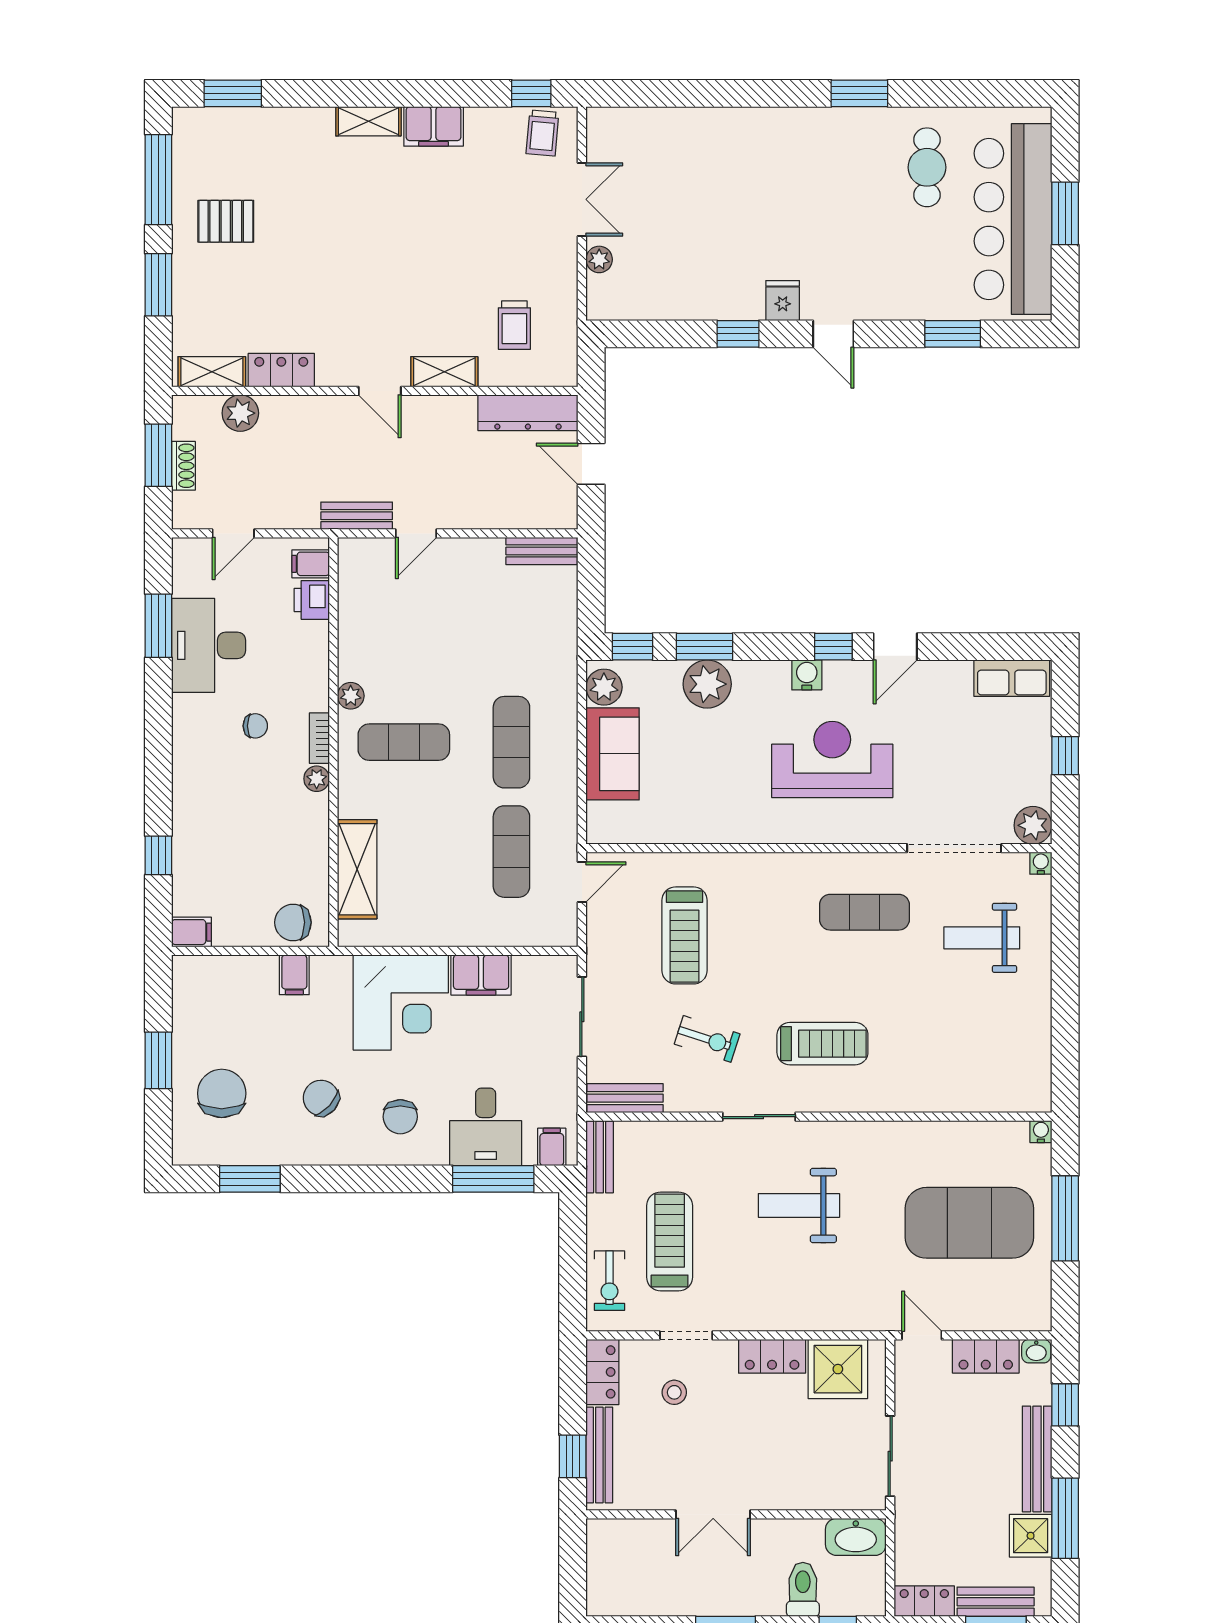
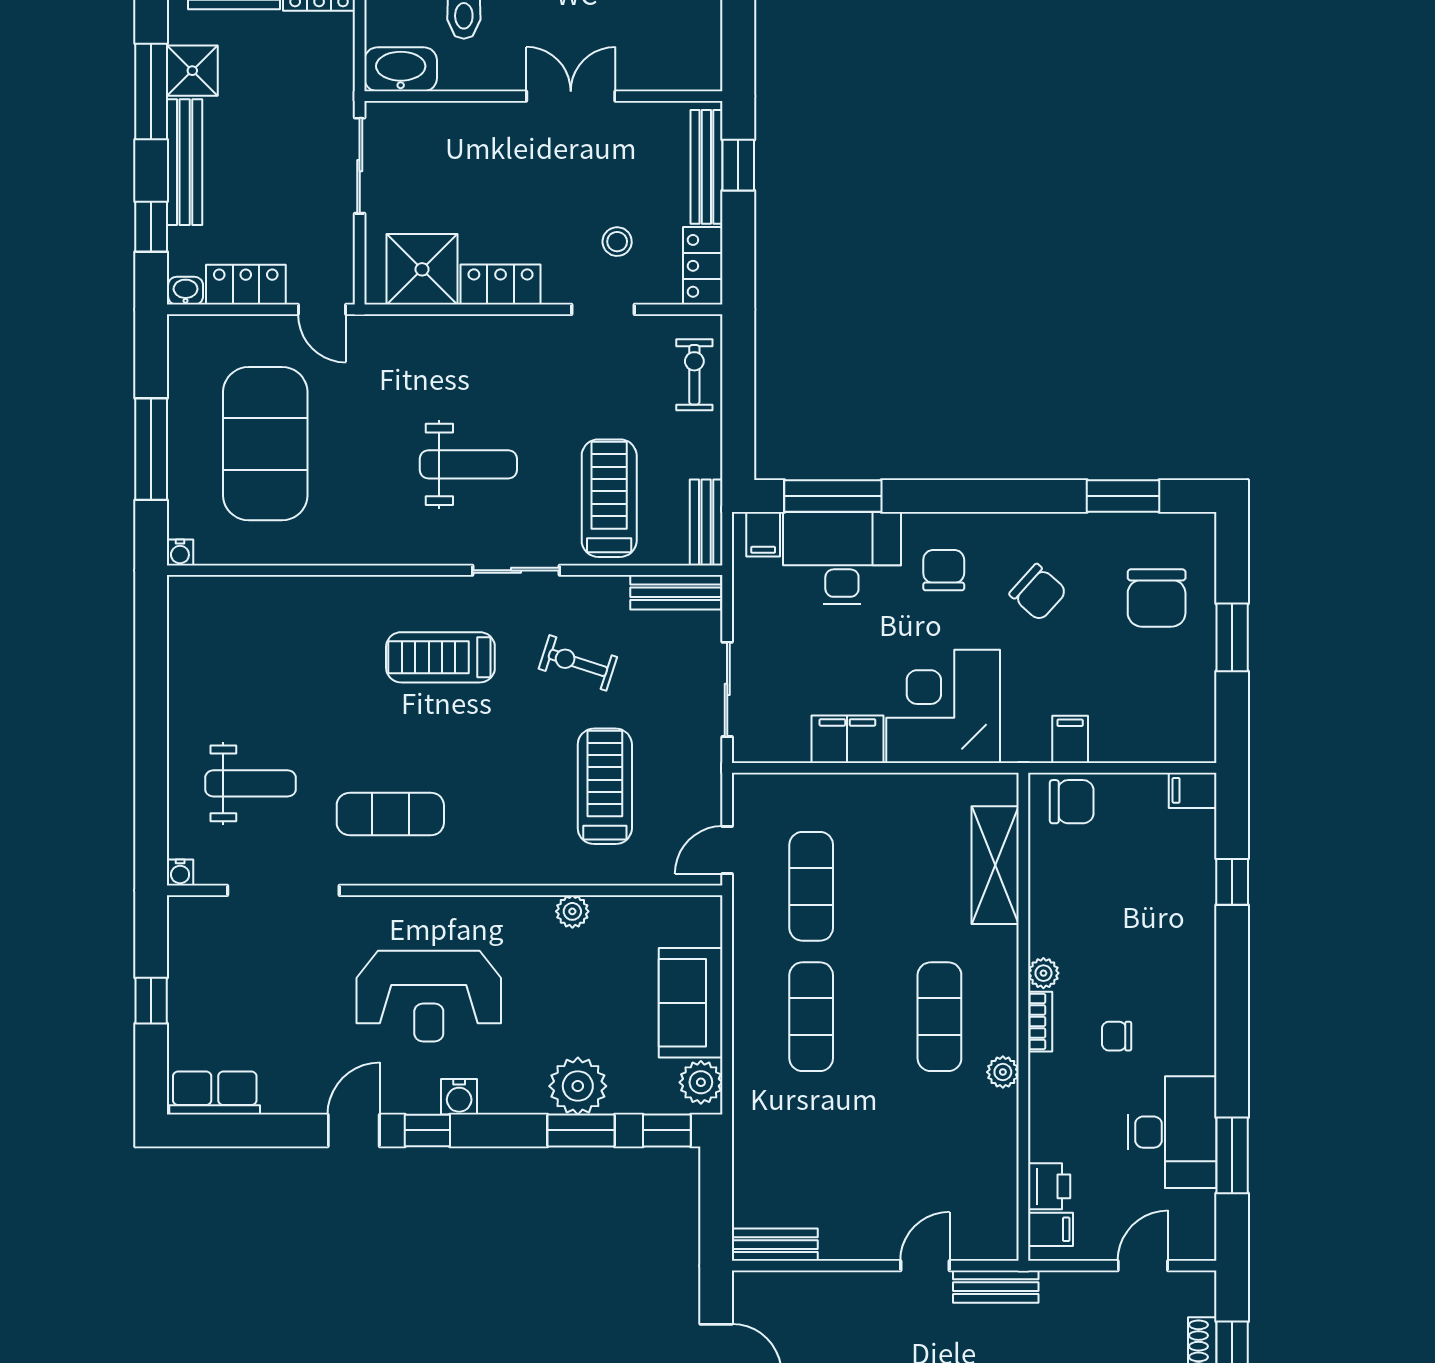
exercise mat: (404, 742) -> (939, 1017), turned 90
plant: (1033, 825) -> (572, 911), moved, width x0.73, depth x0.73
desk: (486, 1127) -> (842, 558), width x1.37
exercise mat: (969, 1223) -> (265, 444), turned 90
treadmill: (670, 1241) -> (609, 498), moved, turned 180

